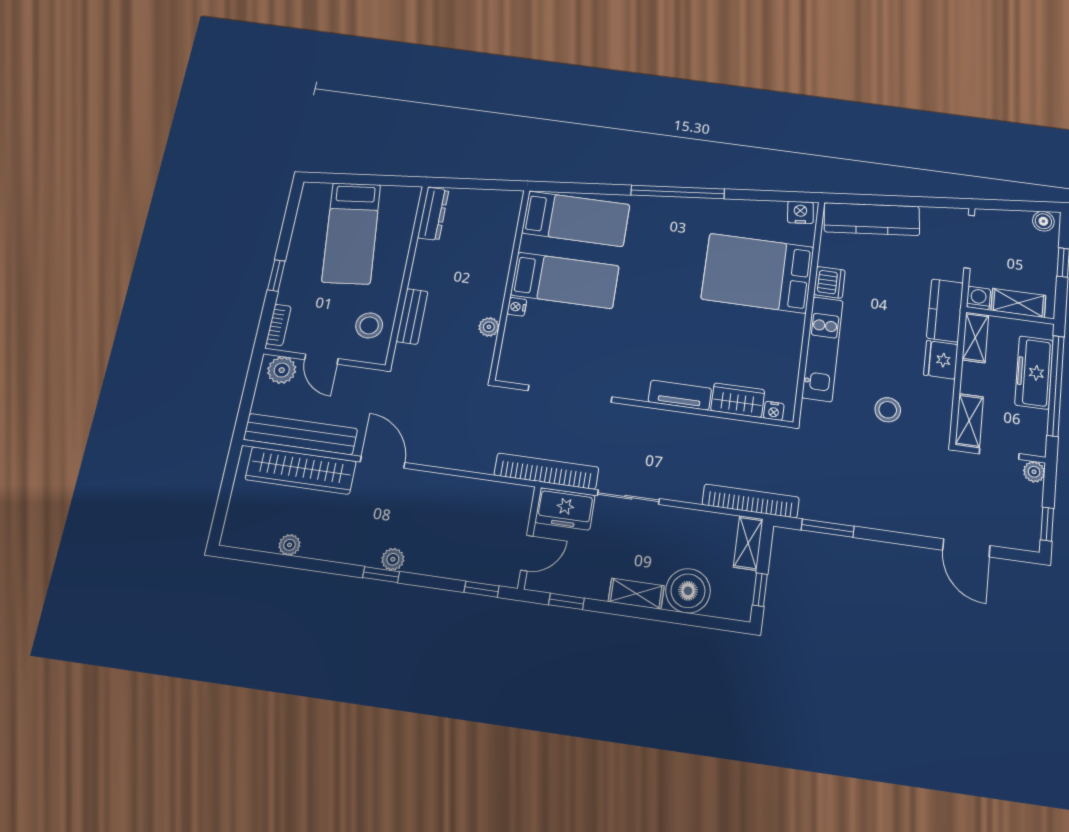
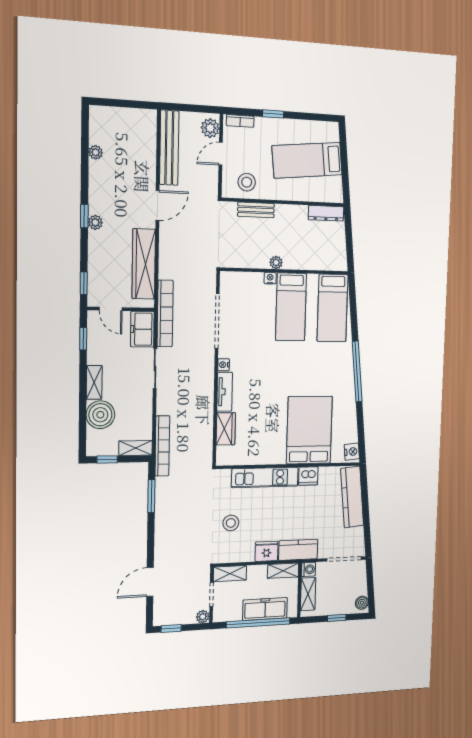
plant: (489, 327) -> (276, 263), moved
nightstand: (774, 411) -> (224, 365), moved
wardrobe: (301, 470) -> (144, 264), moved

